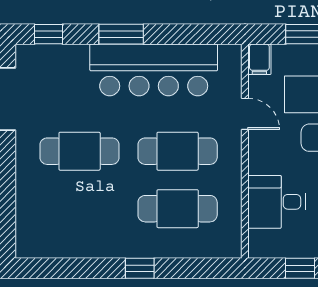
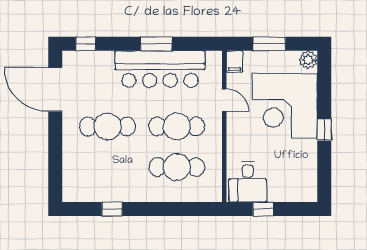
window: (121, 34) -> (156, 44), moved
desk: (276, 202) -> (248, 182), moved, turned -90
window: (140, 268) -> (112, 209), moved

